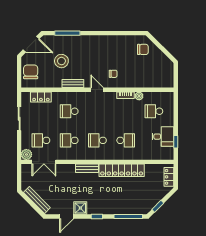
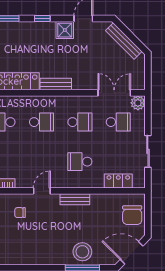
stool: (61, 61) -> (82, 252), moved
door: (97, 90) -> (42, 191), swing flipped
school desk: (69, 111) -> (80, 162), turned 180

